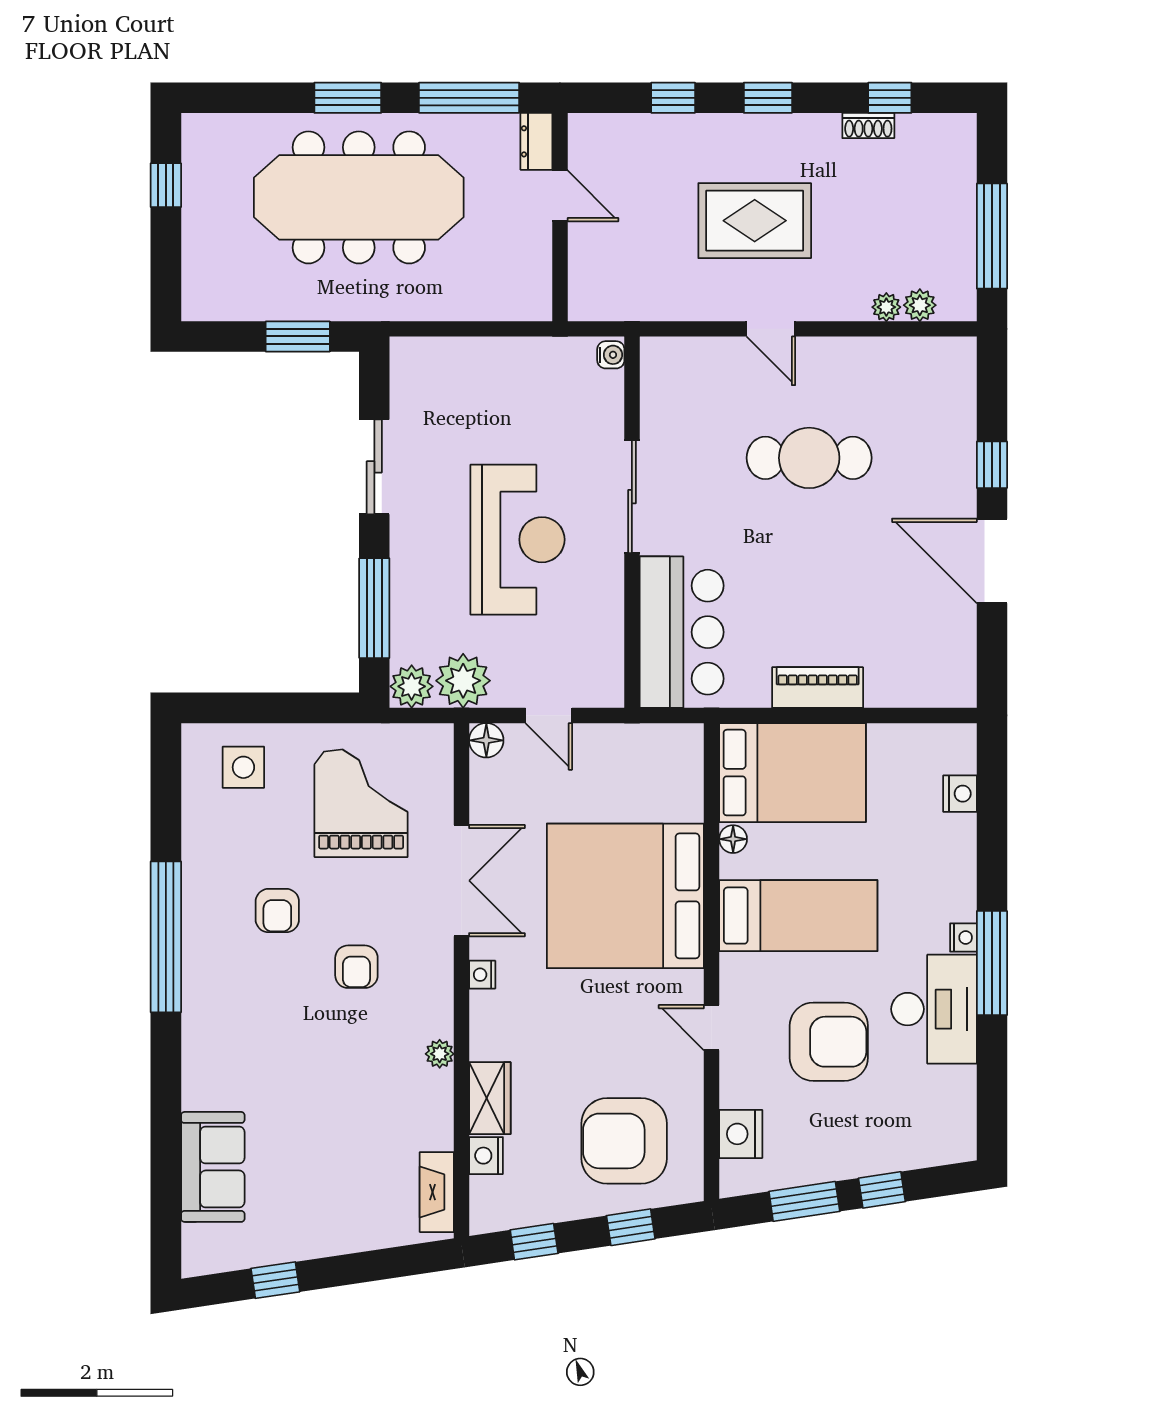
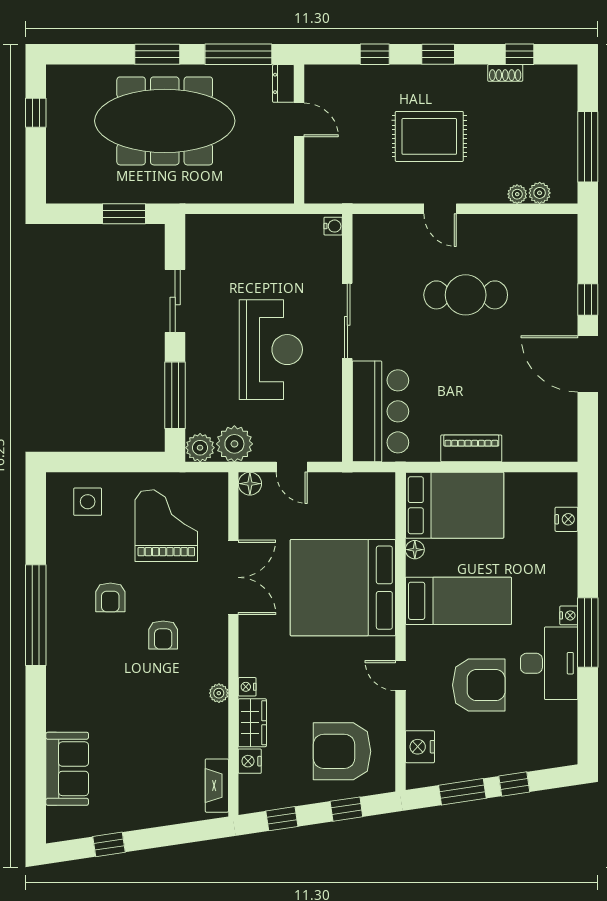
nightstand: (482, 975) -> (247, 687), moved

